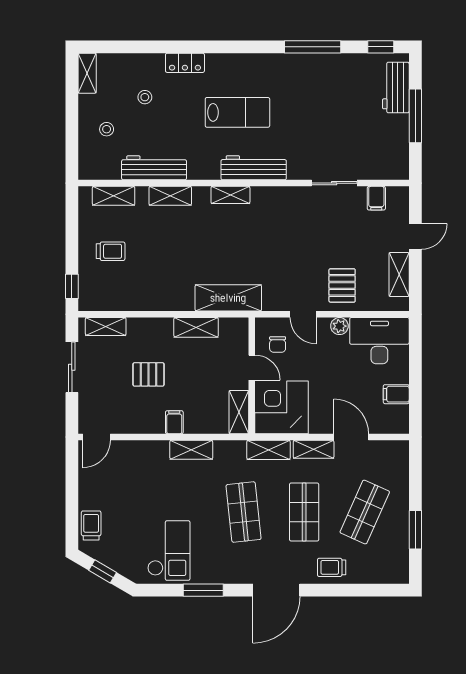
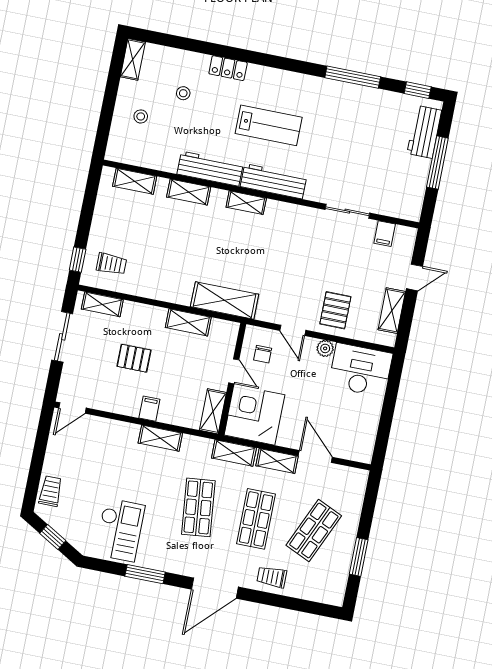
workbench: (154, 168) -> (210, 169), moved
trolley: (111, 251) -> (111, 264), moved
filing cabinet: (396, 394) -> (366, 424), removed

